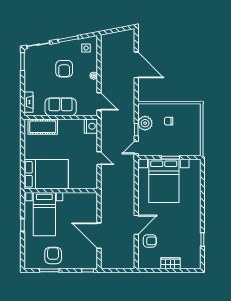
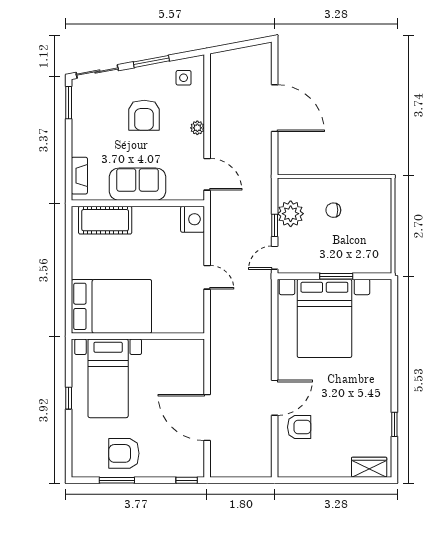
armchair: (53, 256) -> (124, 453), turned -90
wardrobe: (170, 263) -> (369, 467), moved

